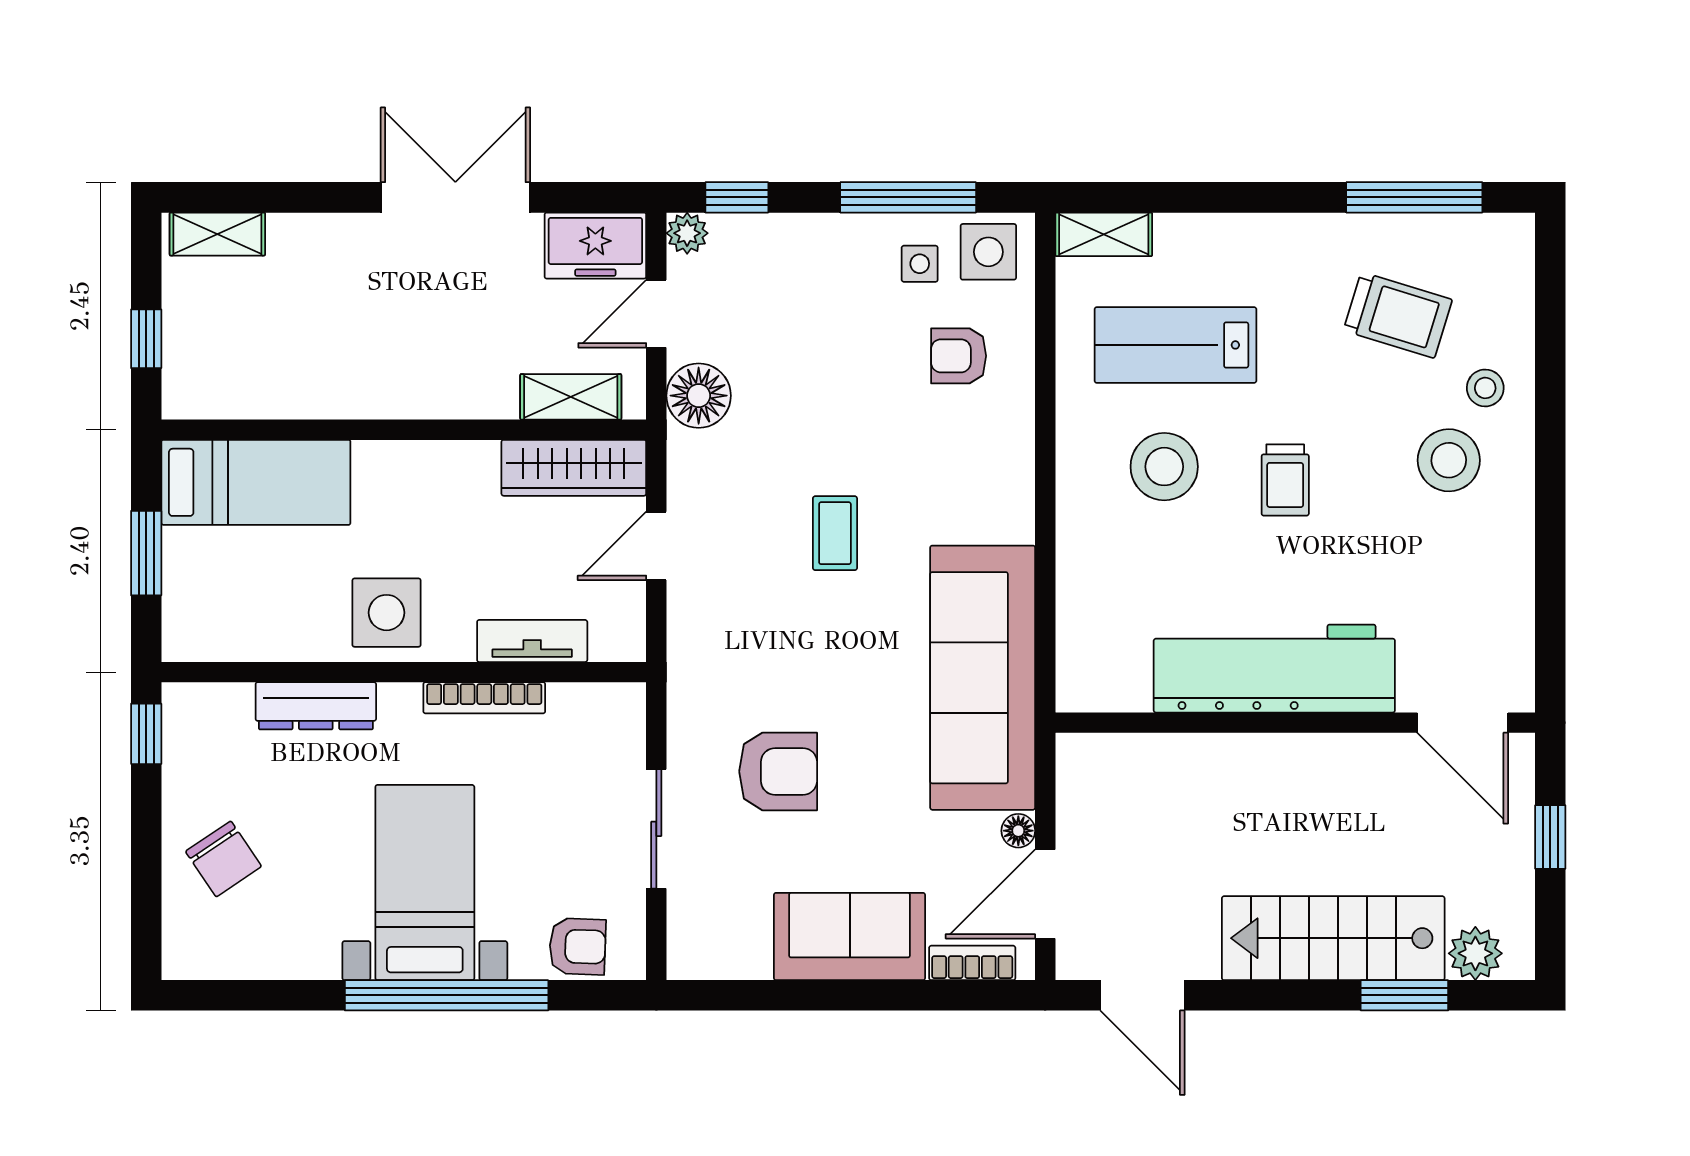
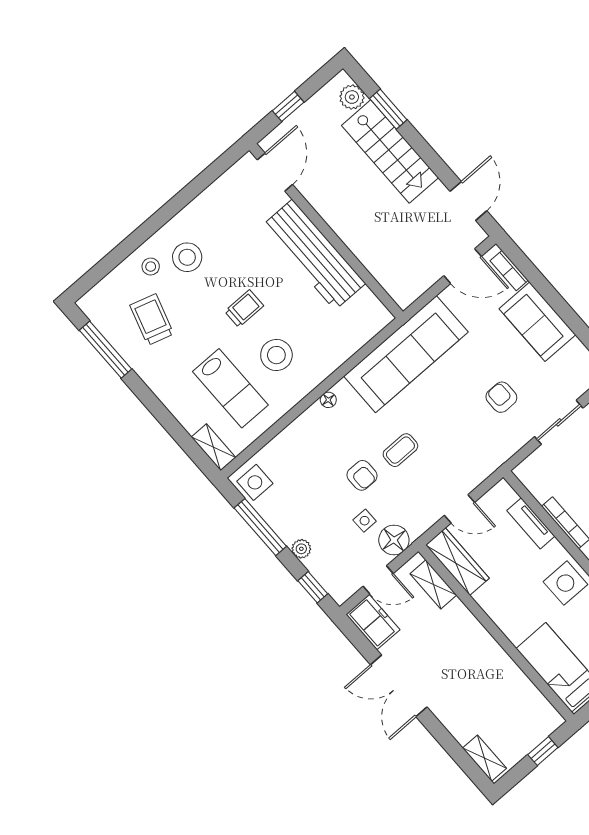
plant: (687, 233) -> (301, 549), moved
side table: (920, 264) -> (365, 521), moved
armchair: (959, 356) -> (362, 475), moved
armchair: (778, 771) -> (501, 397), width x0.72, depth x0.72
floor lamp: (1018, 831) -> (328, 400), moved

